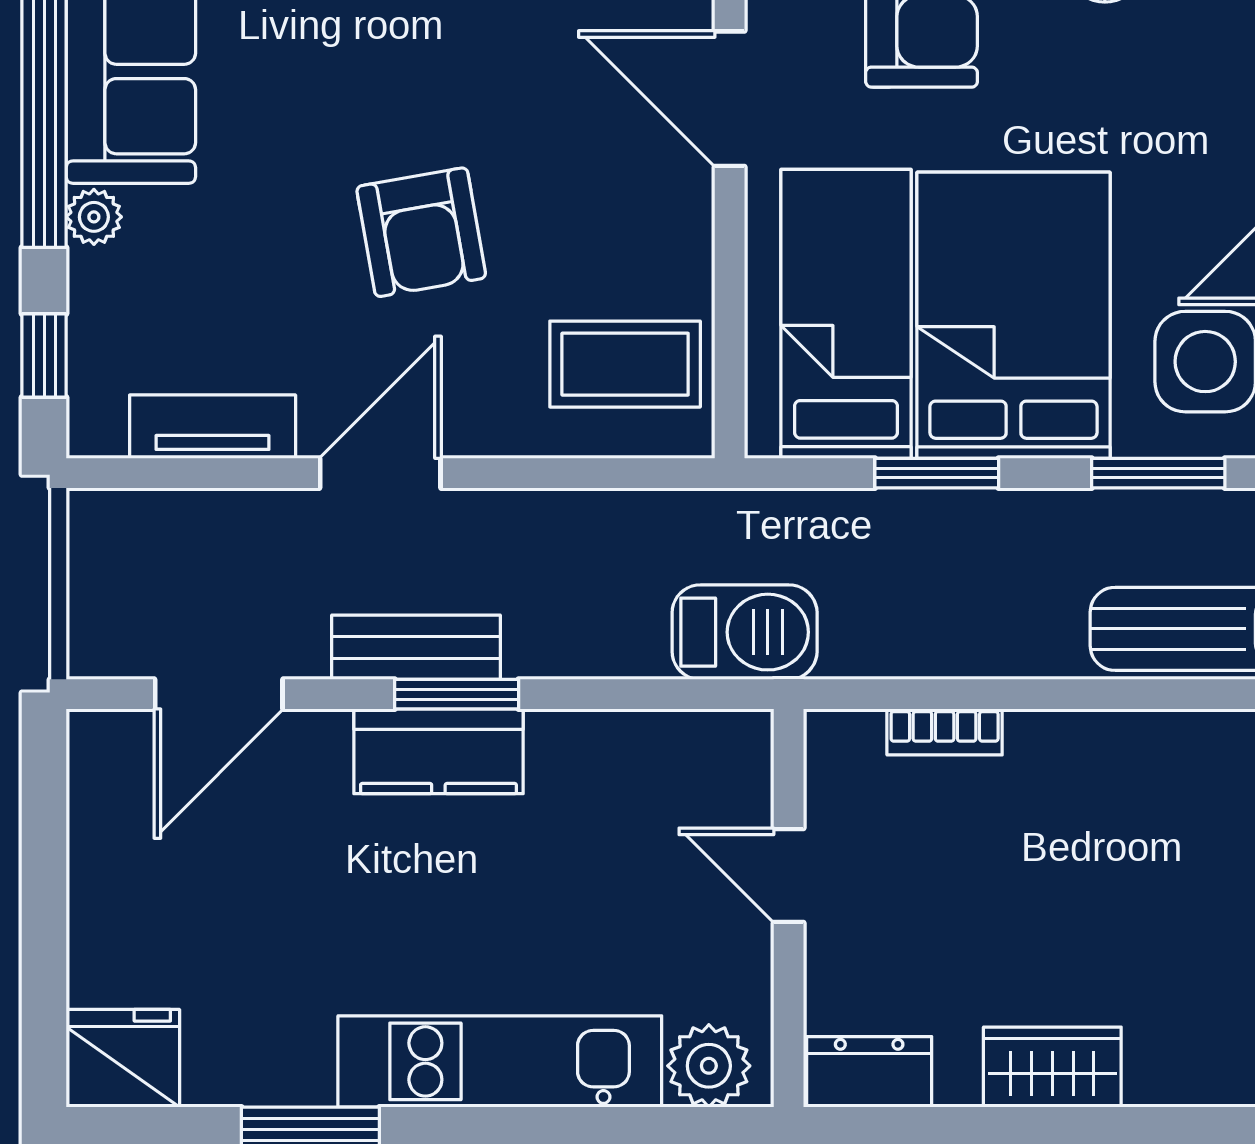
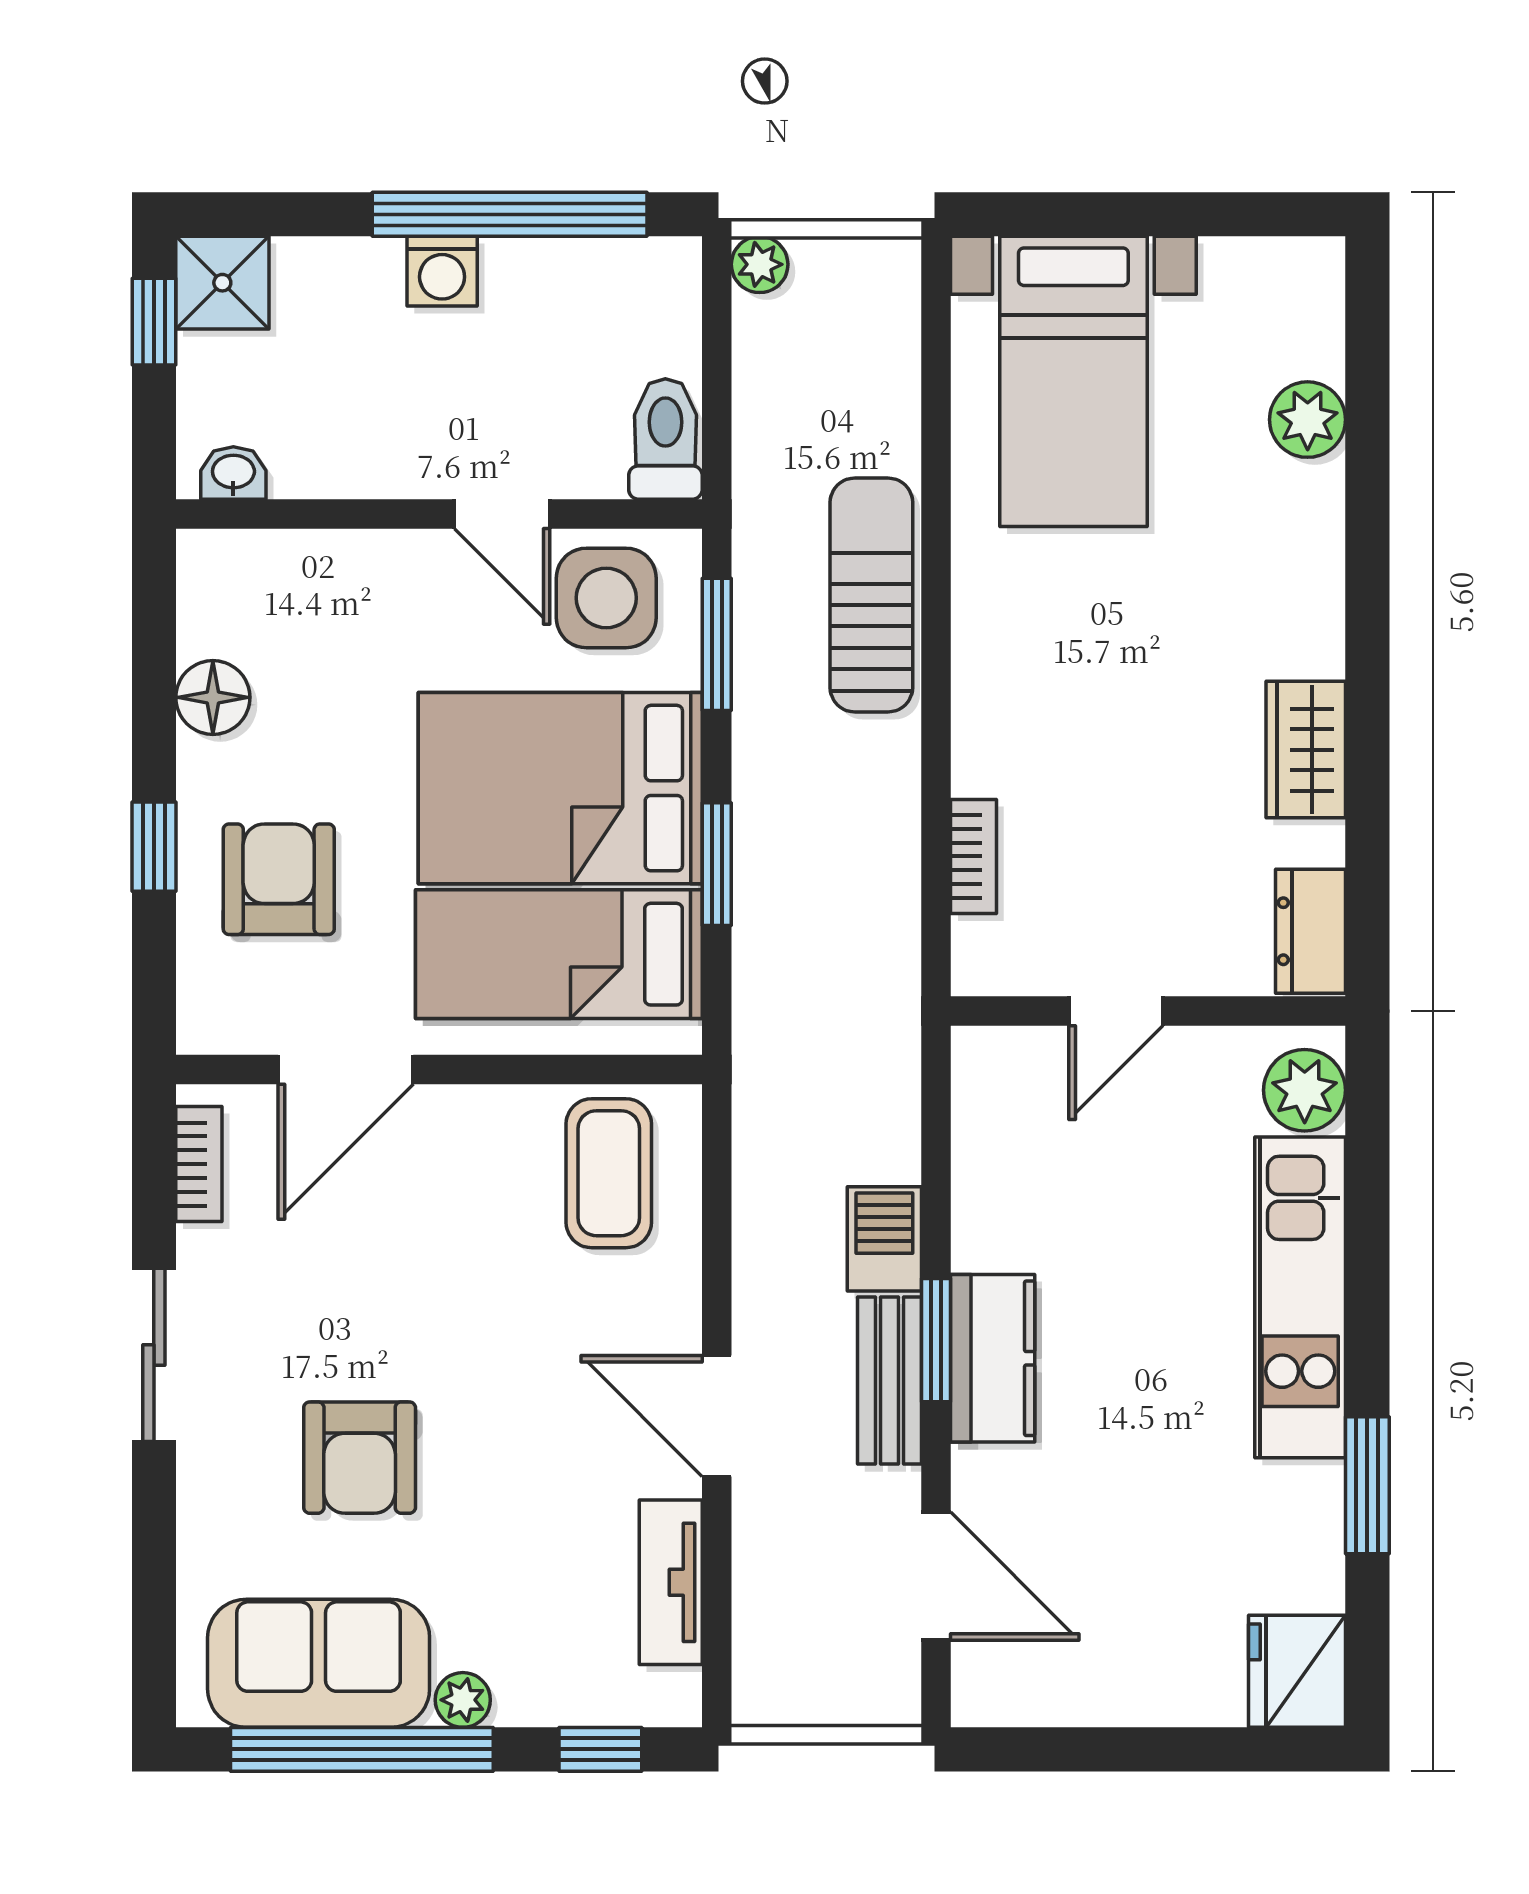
armchair: (421, 232) -> (360, 1458), moved, turned 100
barbecue: (745, 632) -> (884, 1239), moved, width x0.73, depth x0.79

